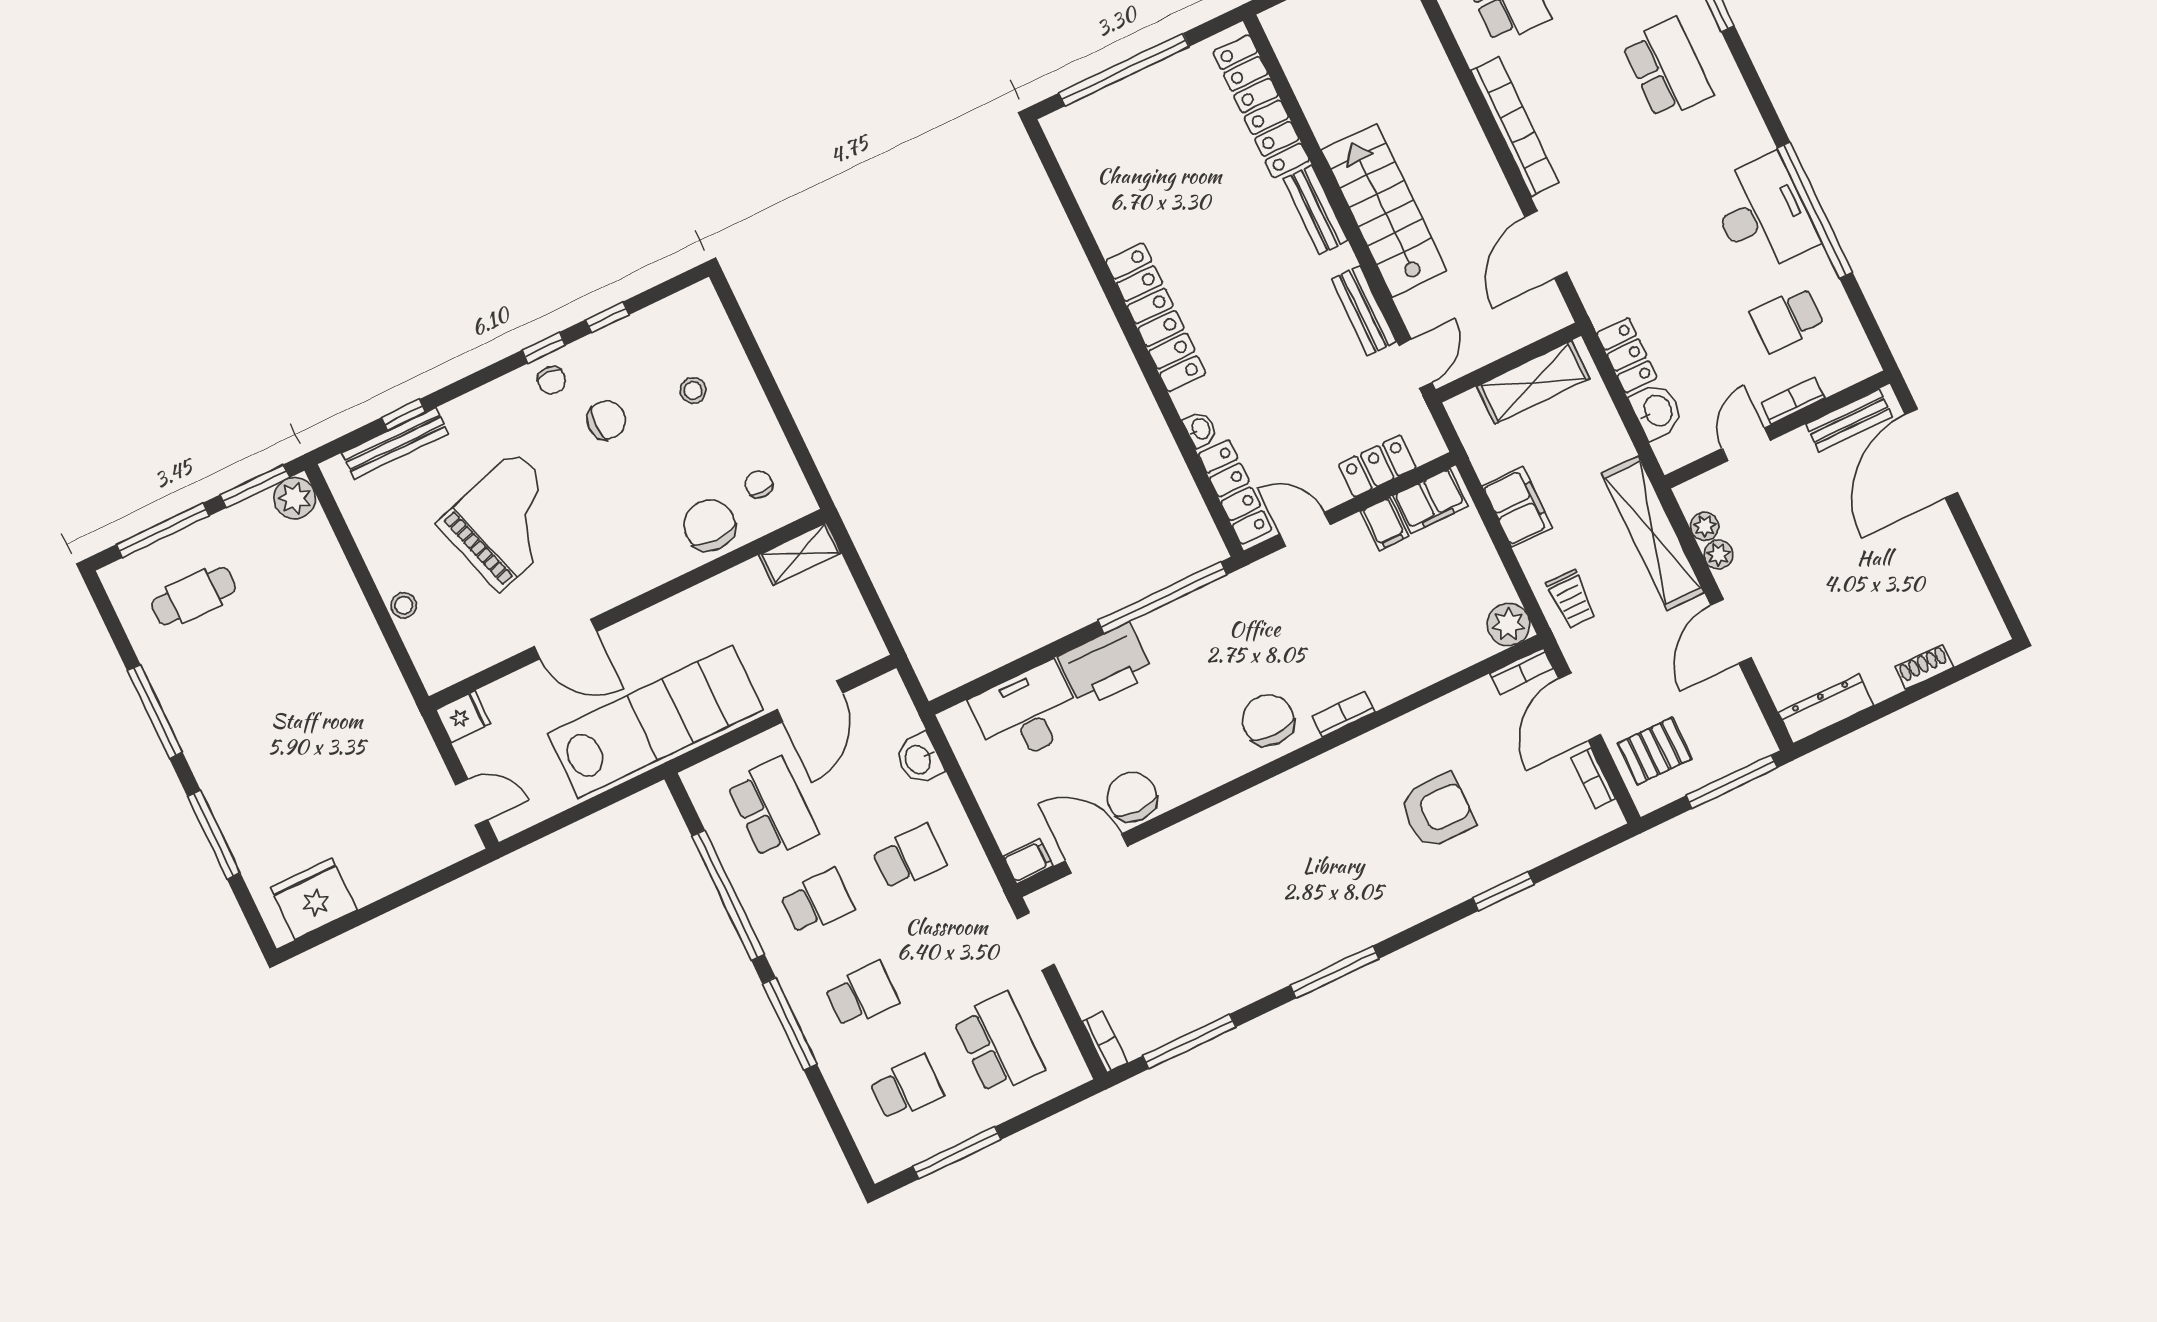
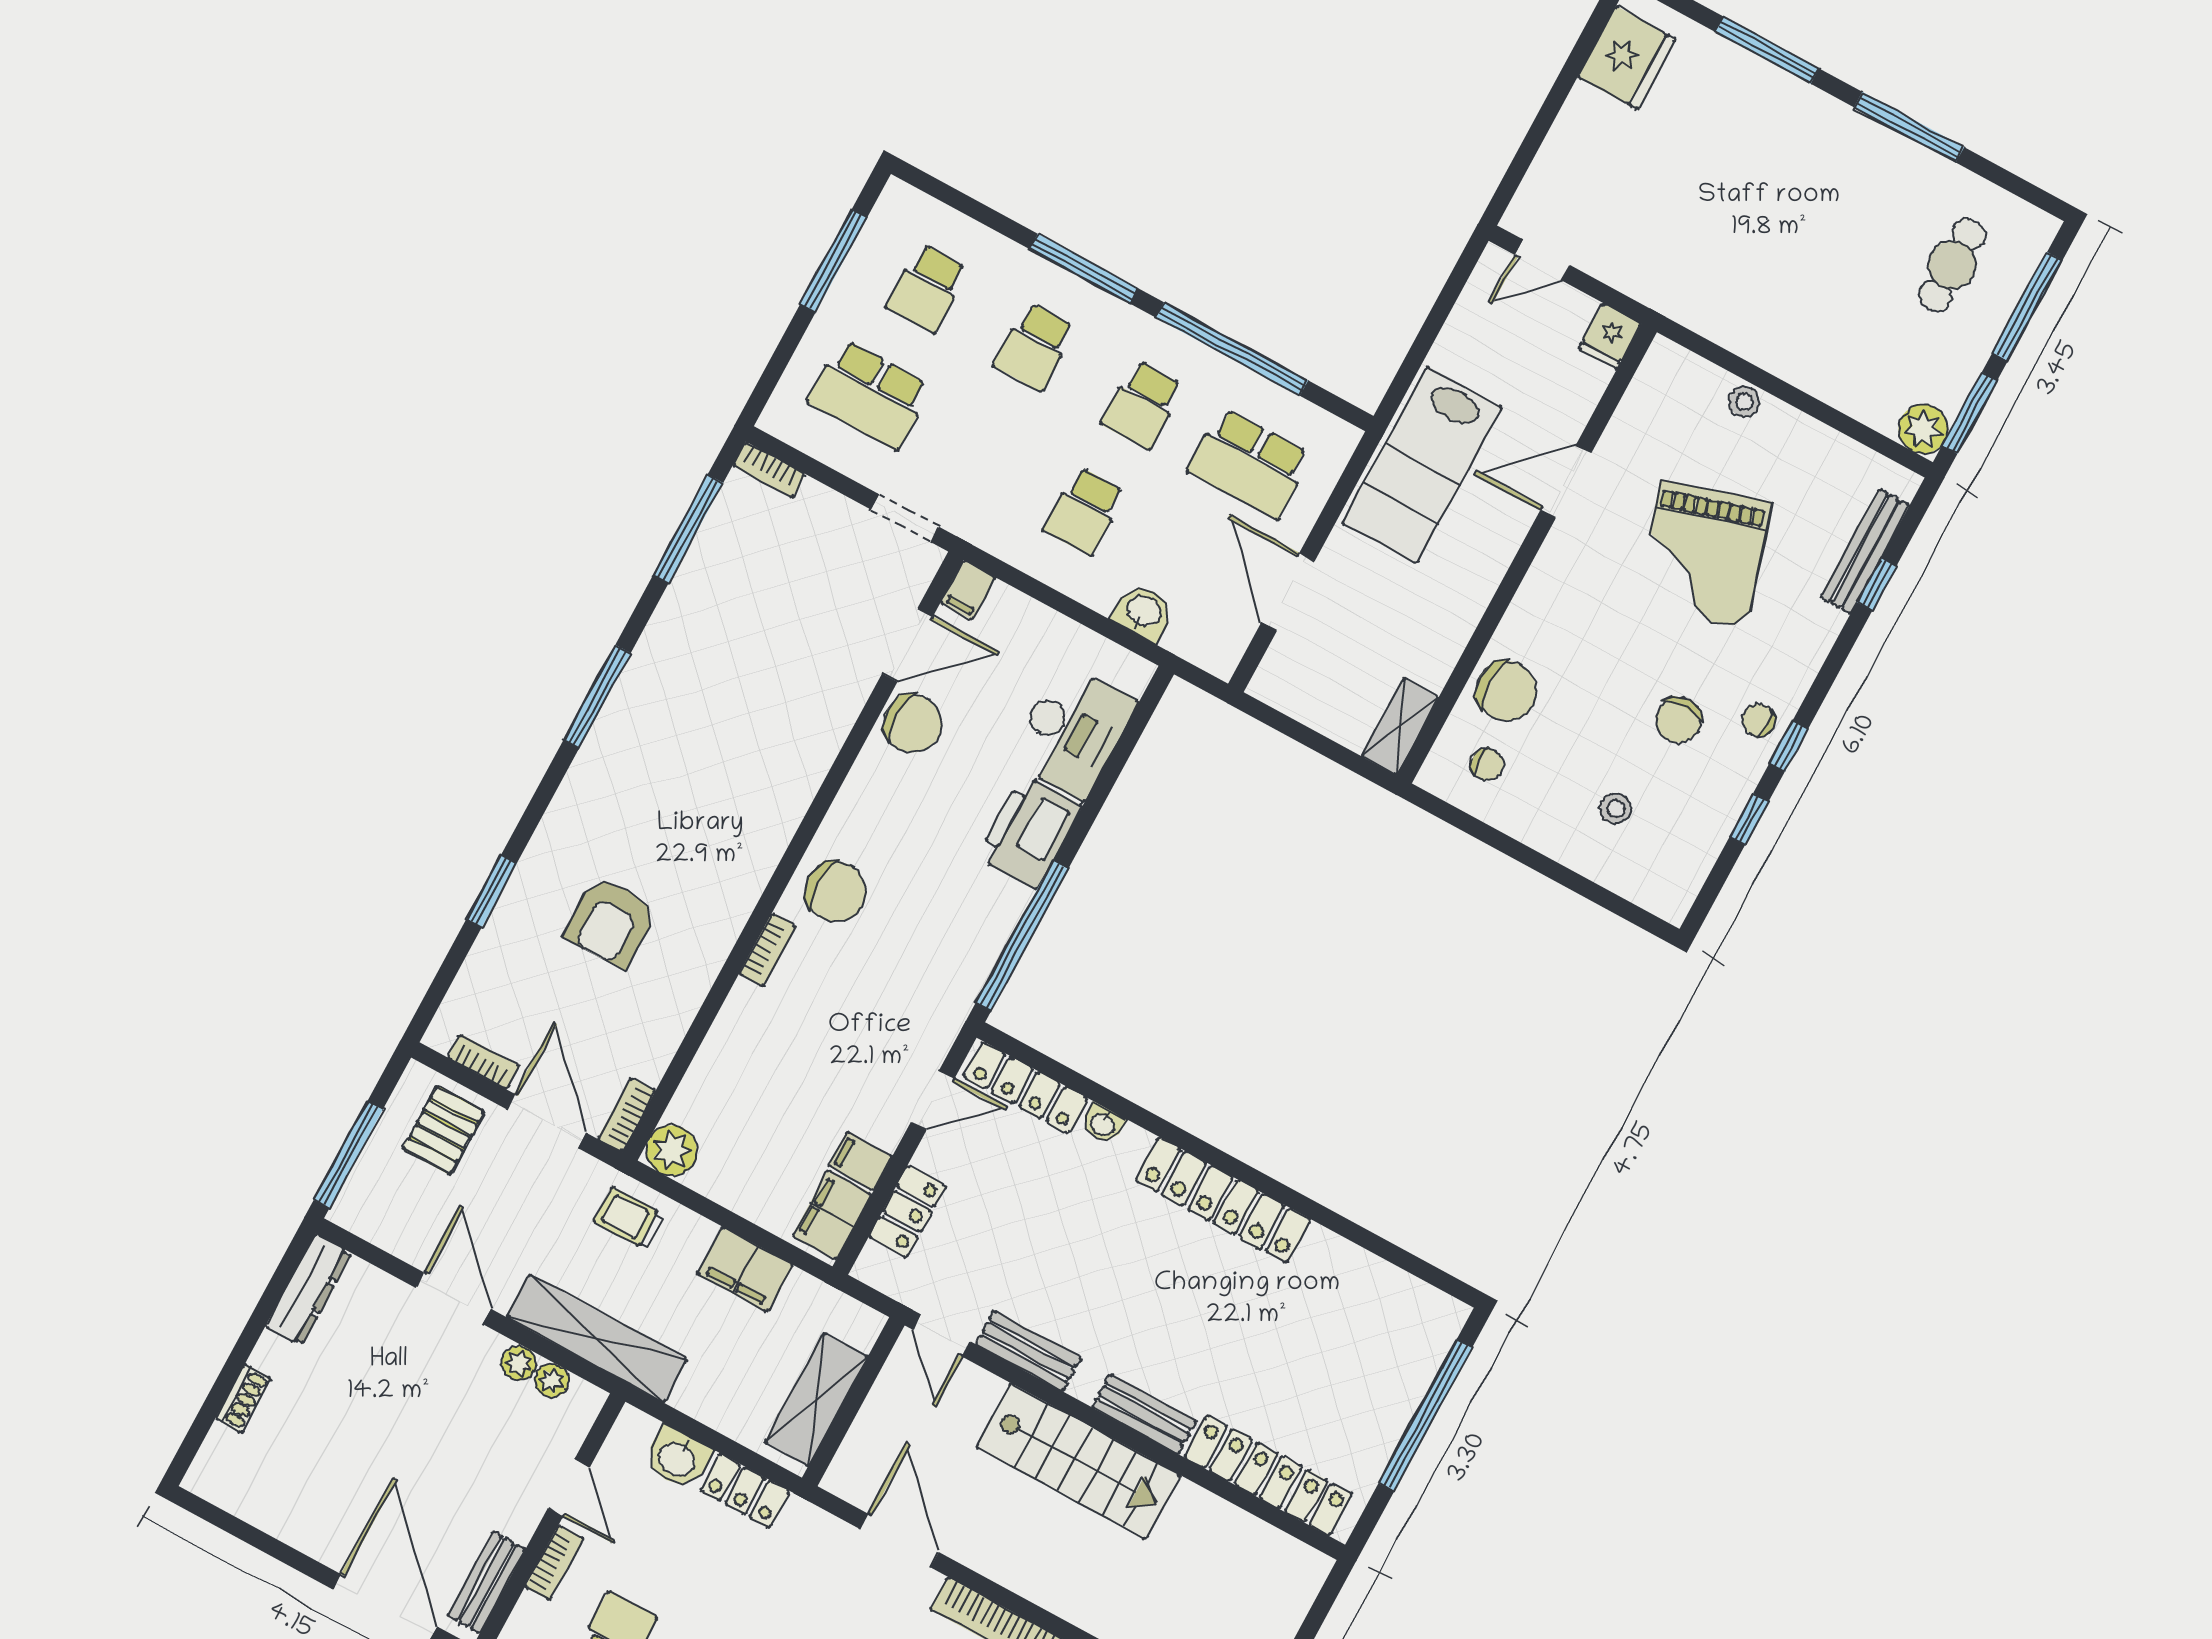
lab bench: (655, 722) -> (1422, 465), width x0.73

